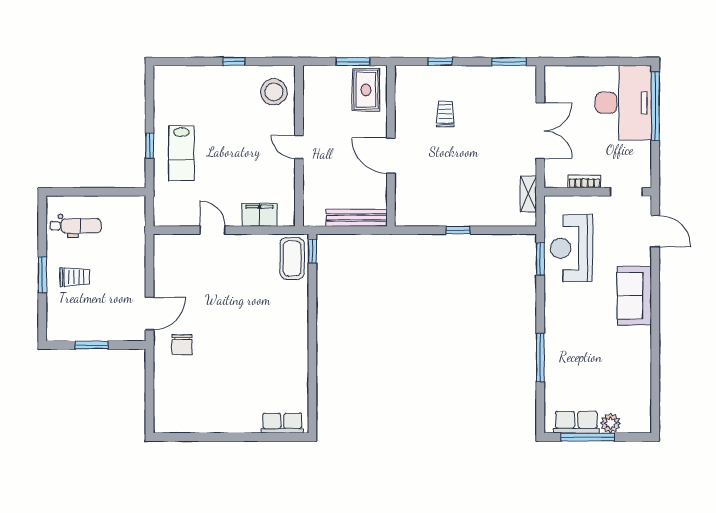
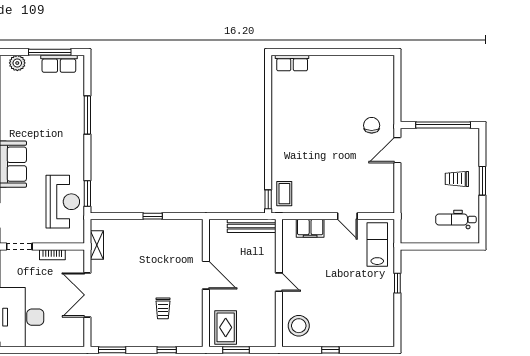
lab bench: (181, 153) -> (377, 244), moved
bench: (357, 218) -> (252, 226), moved
coffee table: (292, 258) -> (284, 194), width x0.73, depth x0.77
window: (92, 345) -> (443, 125), width x2.11
plant: (611, 423) -> (17, 63), moved

